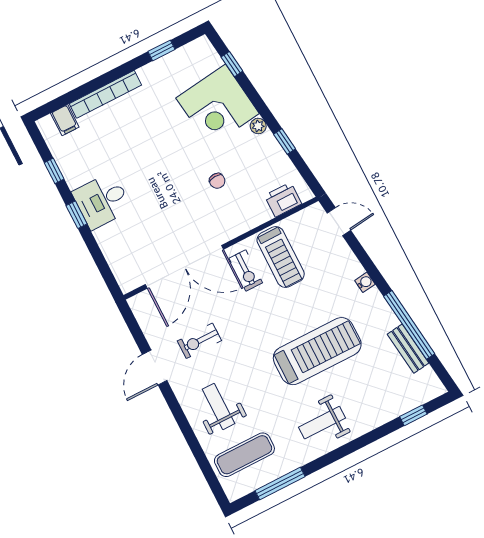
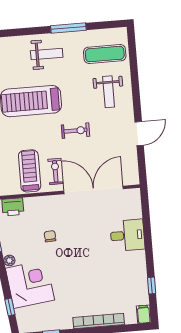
filing cabinet: (65, 120) -> (144, 314), moved
desk: (102, 201) -> (127, 235), moved
window: (77, 215) -> (149, 252), removed
exercise bike: (199, 341) -> (75, 131), moved
window: (280, 484) -> (68, 28), moved

